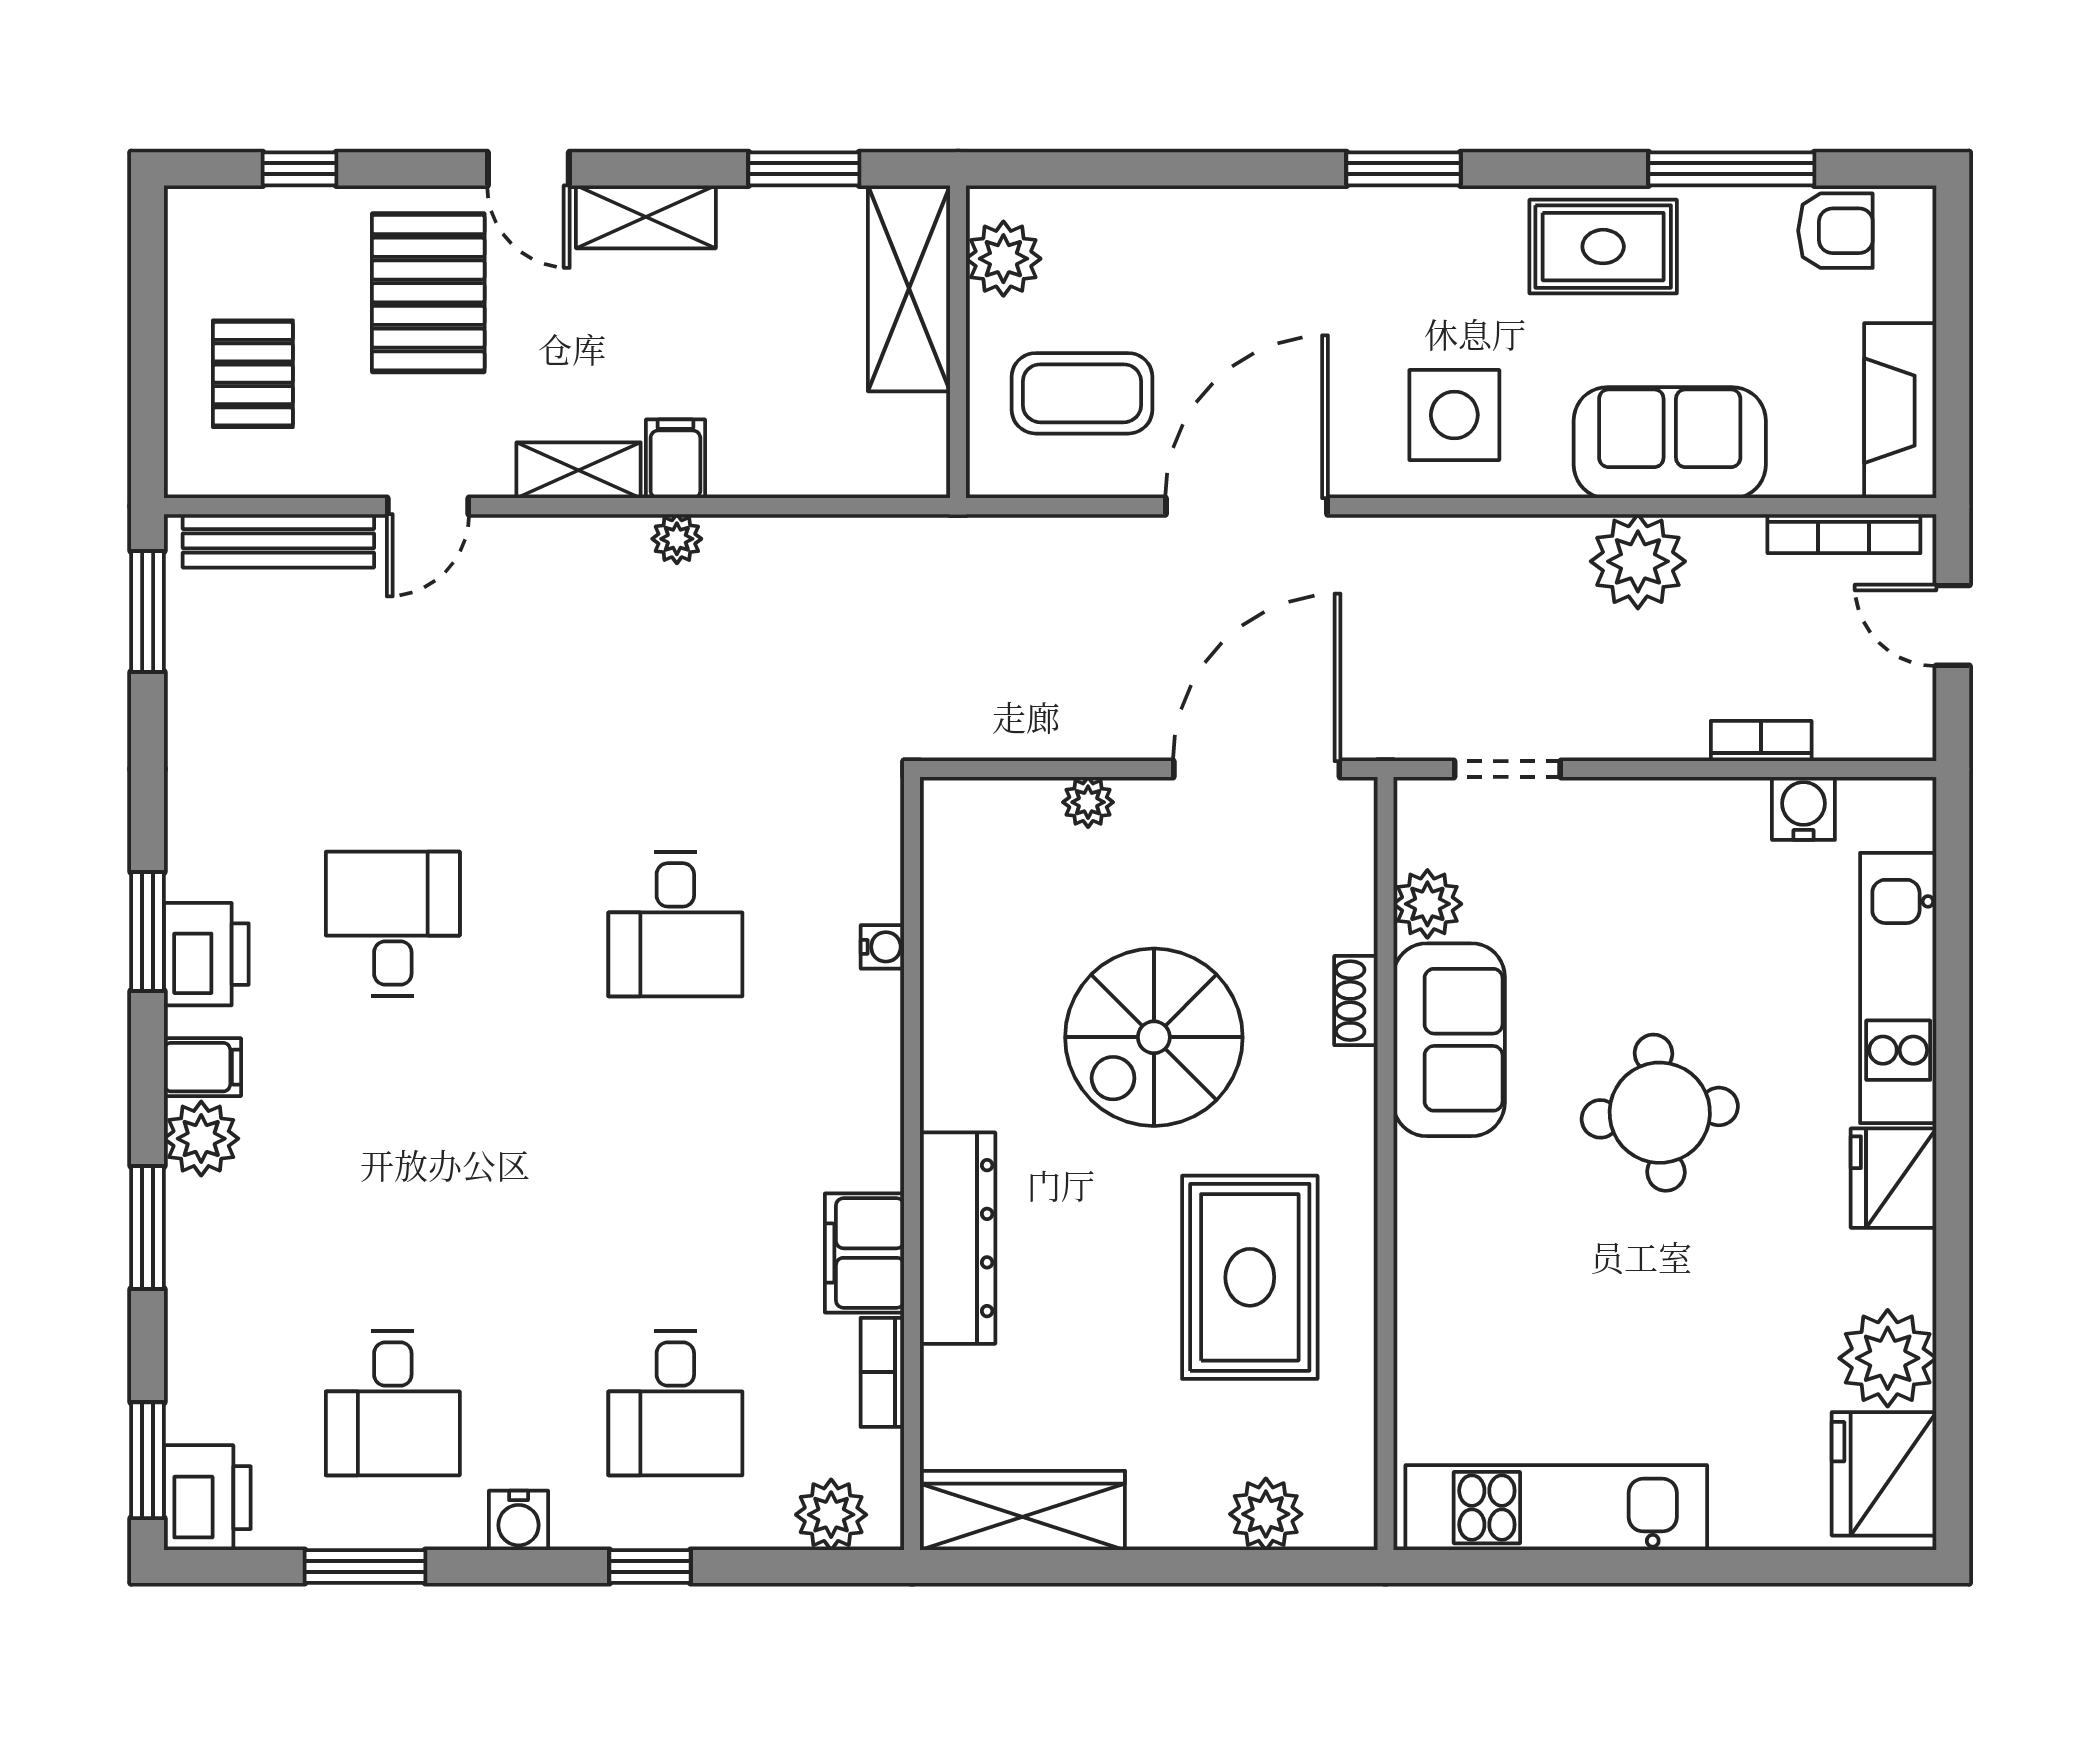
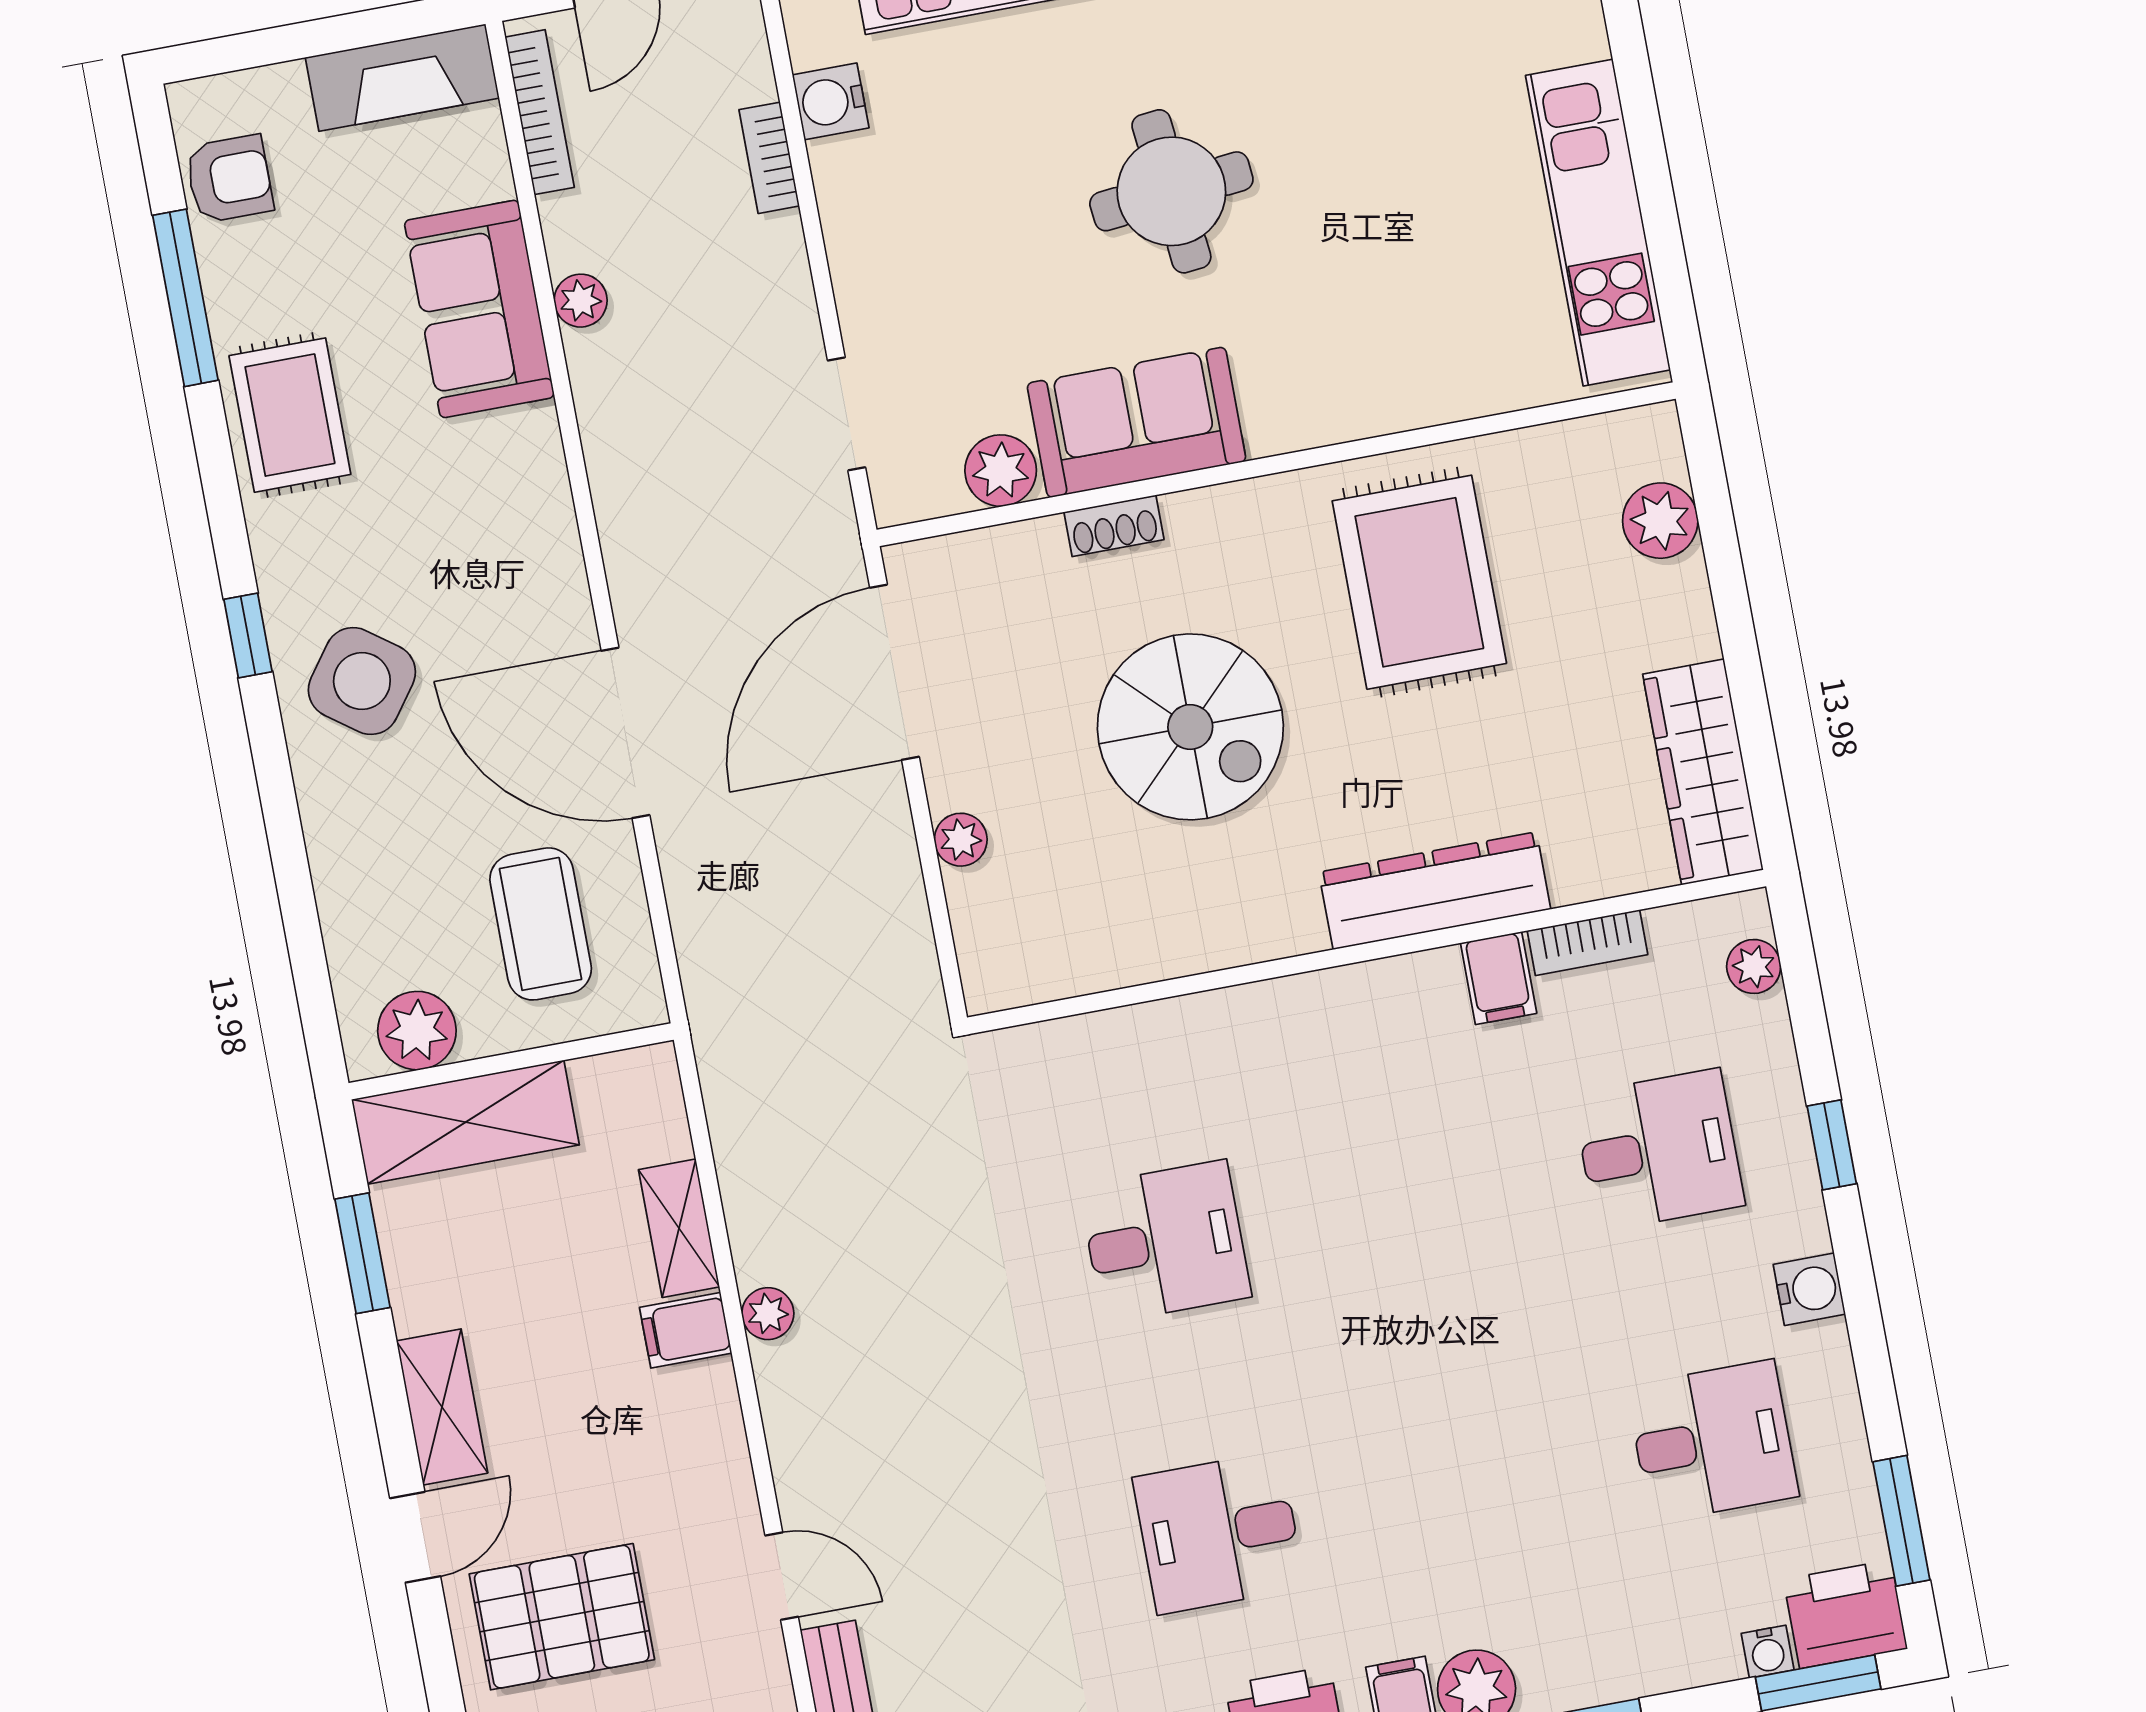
window: (1404, 169) -> (248, 636), width x0.67
armchair: (1835, 231) -> (229, 179), turned 90
side table: (1454, 415) -> (362, 681), moved, turned 36
shelving: (579, 470) -> (679, 1228), moved
plant: (1638, 561) -> (581, 301), width x0.53, depth x0.53
door: (1257, 769) -> (894, 672), hinge flipped
water cooler: (882, 947) -> (1768, 1652), moved, turned 180
filing cabinet: (864, 1253) -> (1499, 978), width x0.50
rug: (1250, 1277) -> (1419, 582), turned 90
plant: (831, 1515) -> (1754, 966), width x0.73, depth x0.73
window: (365, 1566) -> (1901, 1521), moved

